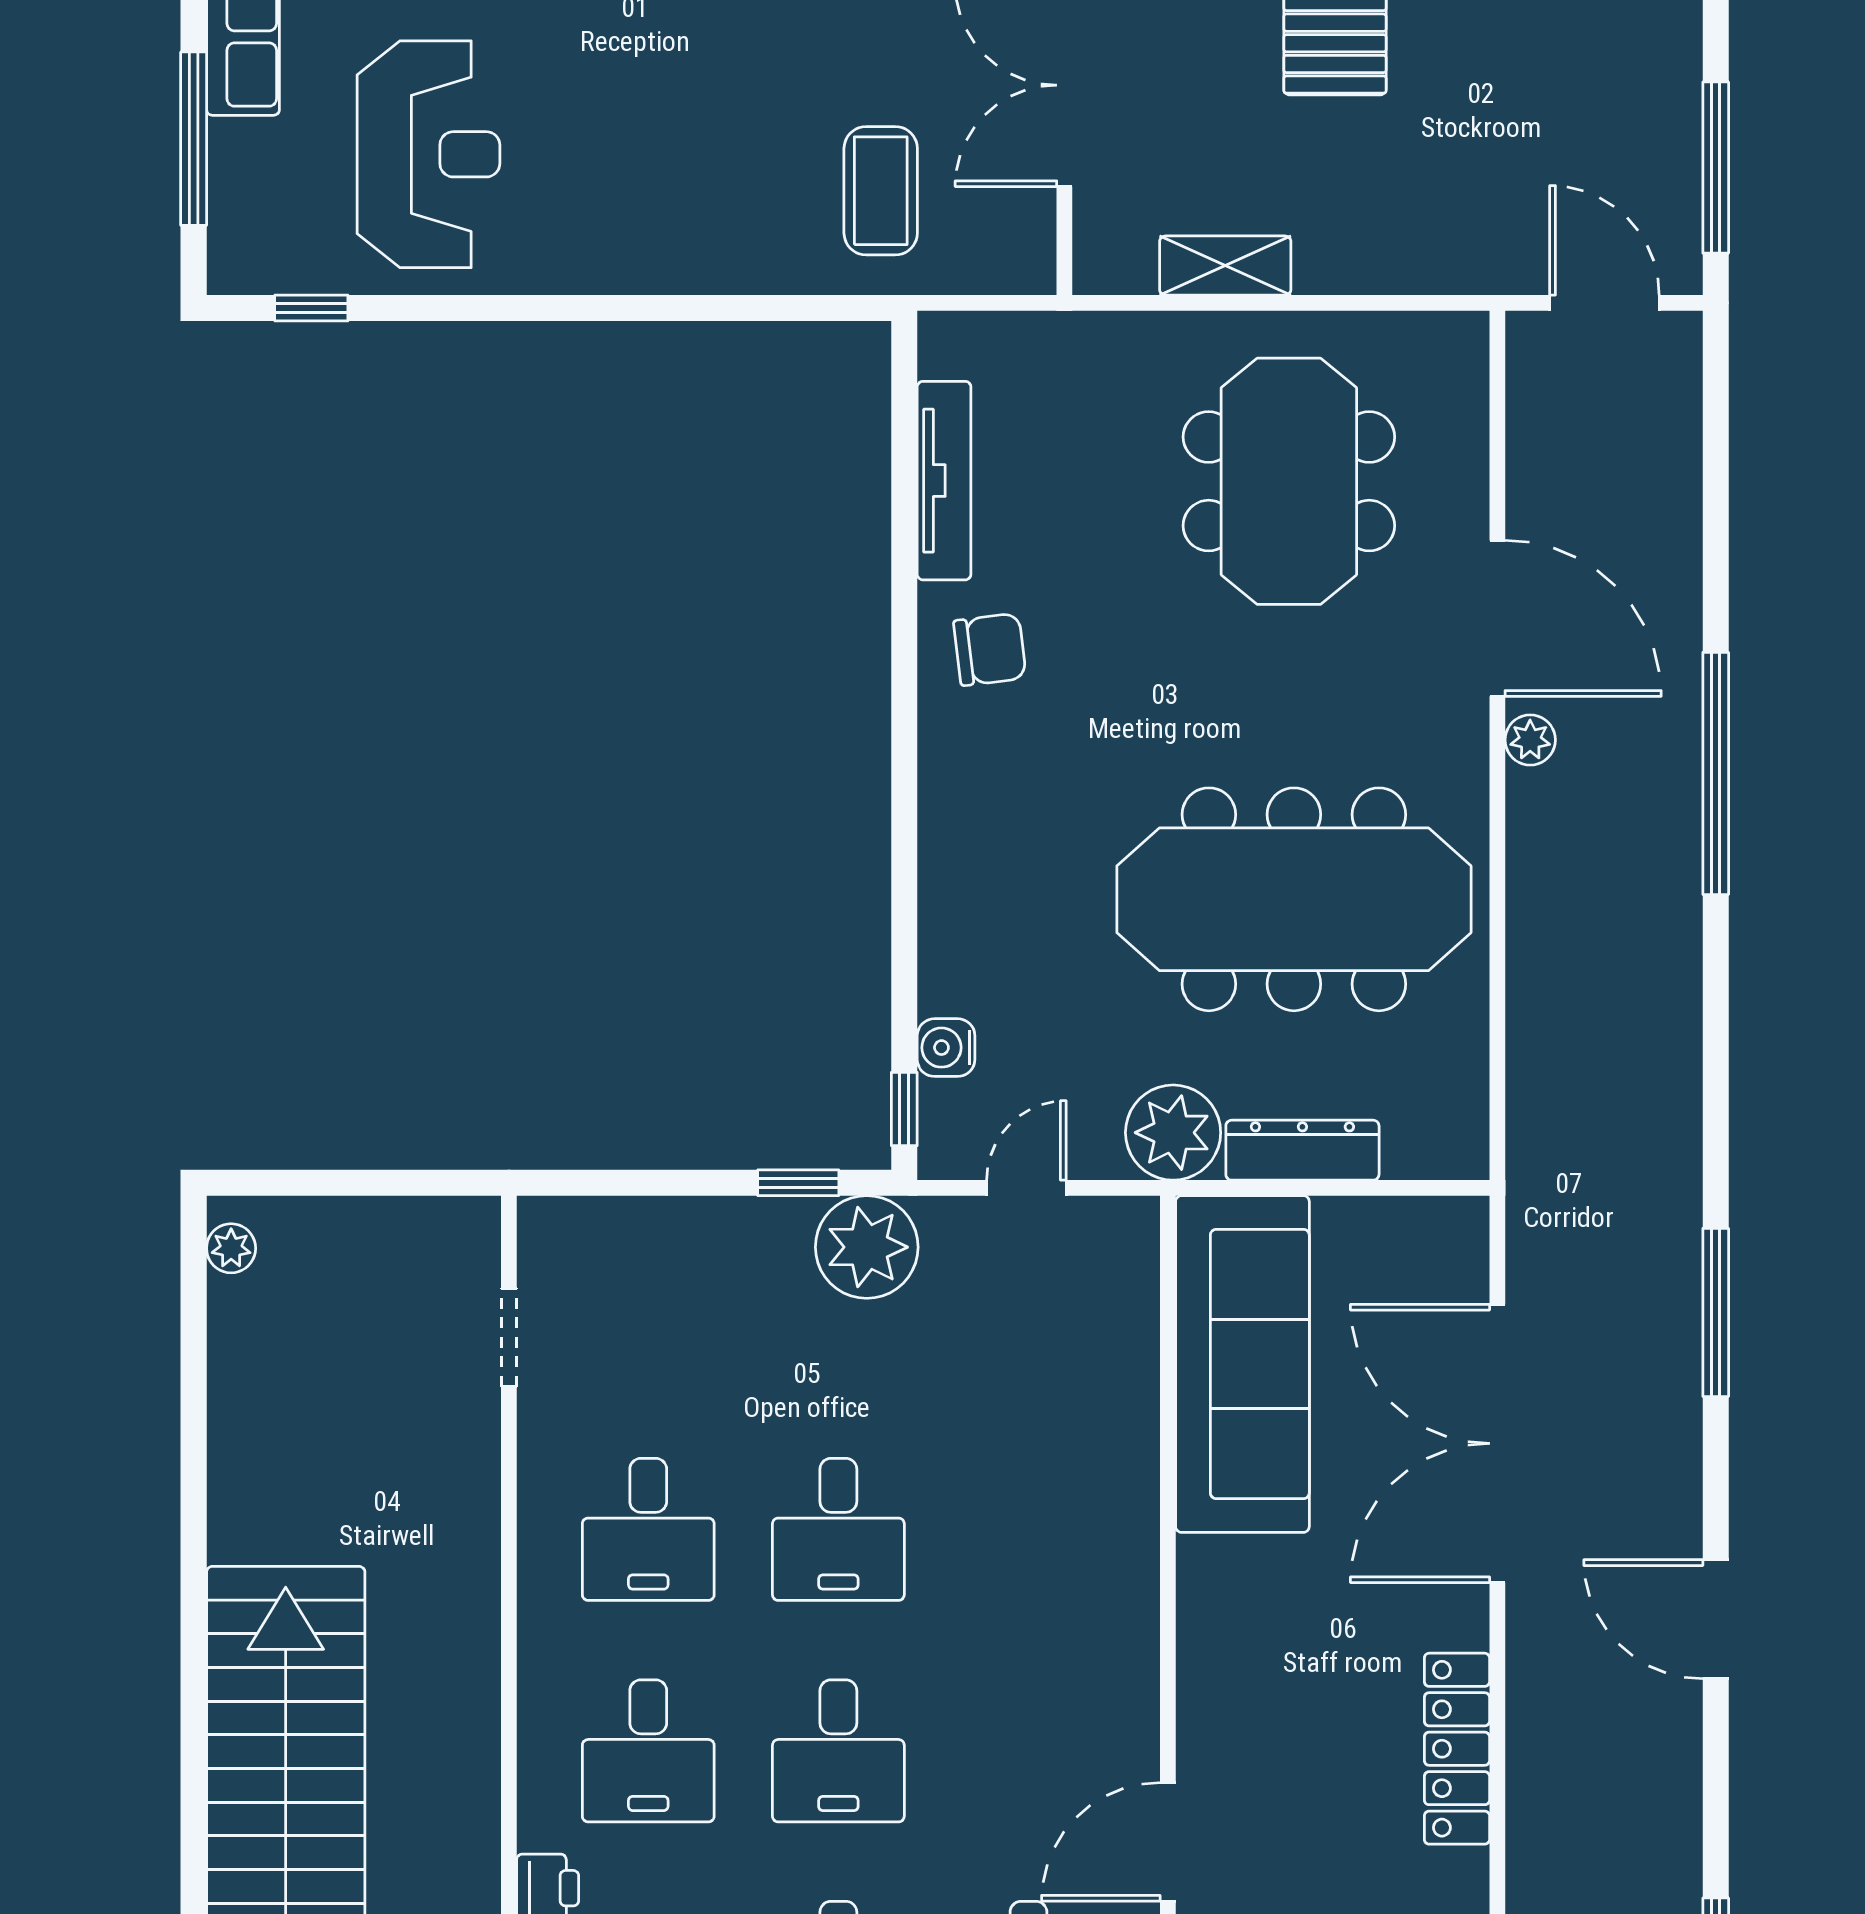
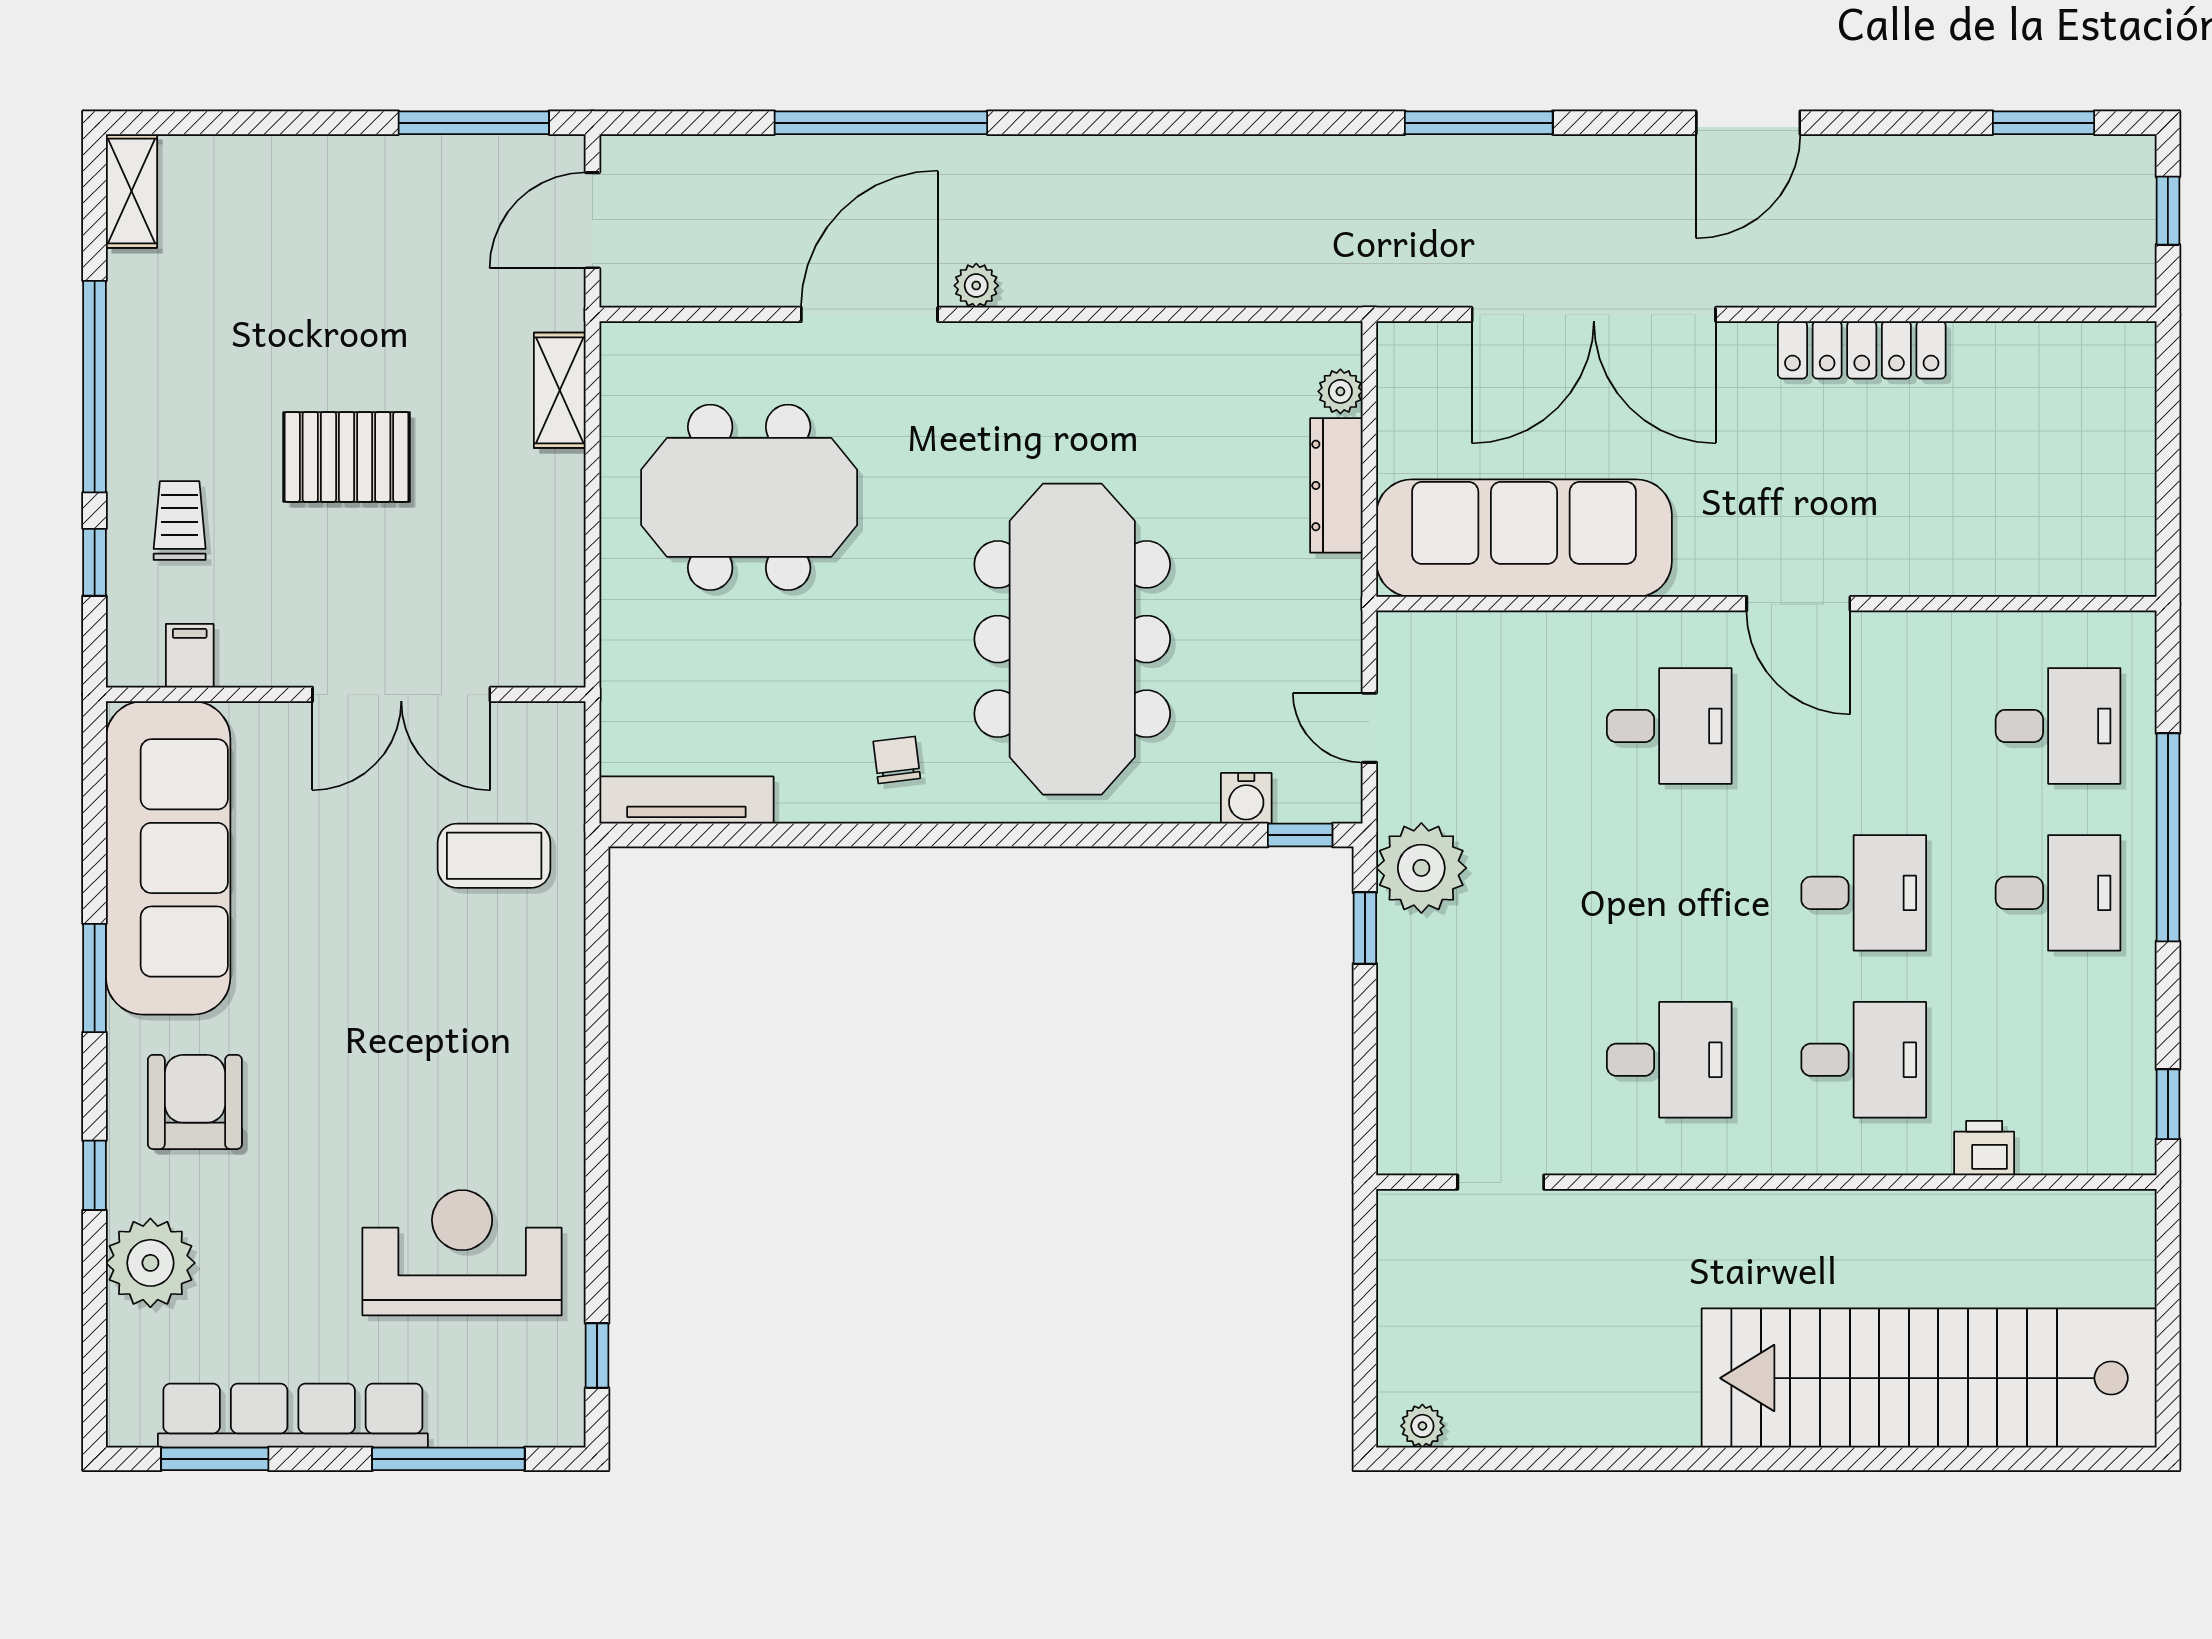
shelving: (1225, 266) -> (560, 390), moved
tv unit: (944, 481) -> (686, 800), moved
chair: (990, 649) -> (897, 760), width x0.73, depth x0.73
window: (1716, 773) -> (881, 123), moved
meeting table: (1294, 899) -> (1072, 639), moved
plant: (1173, 1133) -> (1340, 391), moved, width x0.53, depth x0.53
desk: (838, 1529) -> (1669, 726), moved
door: (1168, 1842) -> (1798, 604), moved

